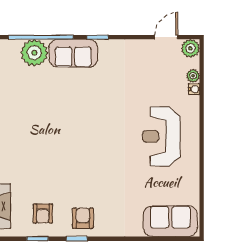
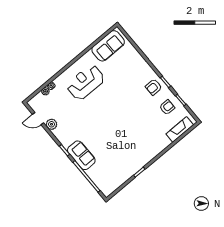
plant: (190, 48) -> (51, 124), moved
plant: (34, 53) -> (96, 173), removed
reception desk: (161, 136) -> (86, 82), turned 180
sofa: (170, 221) -> (108, 46), moved, turned -90

